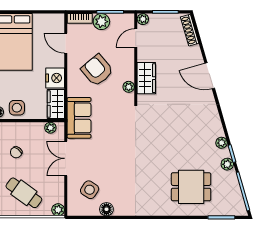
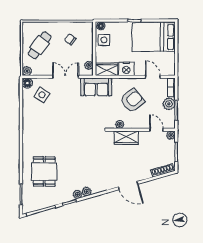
door: (66, 43) -> (153, 77), hinge flipped
door: (210, 76) -> (128, 186), swing flipped
plant: (227, 164) -> (87, 192), moved
floor lamp: (106, 209) -> (27, 83), moved

